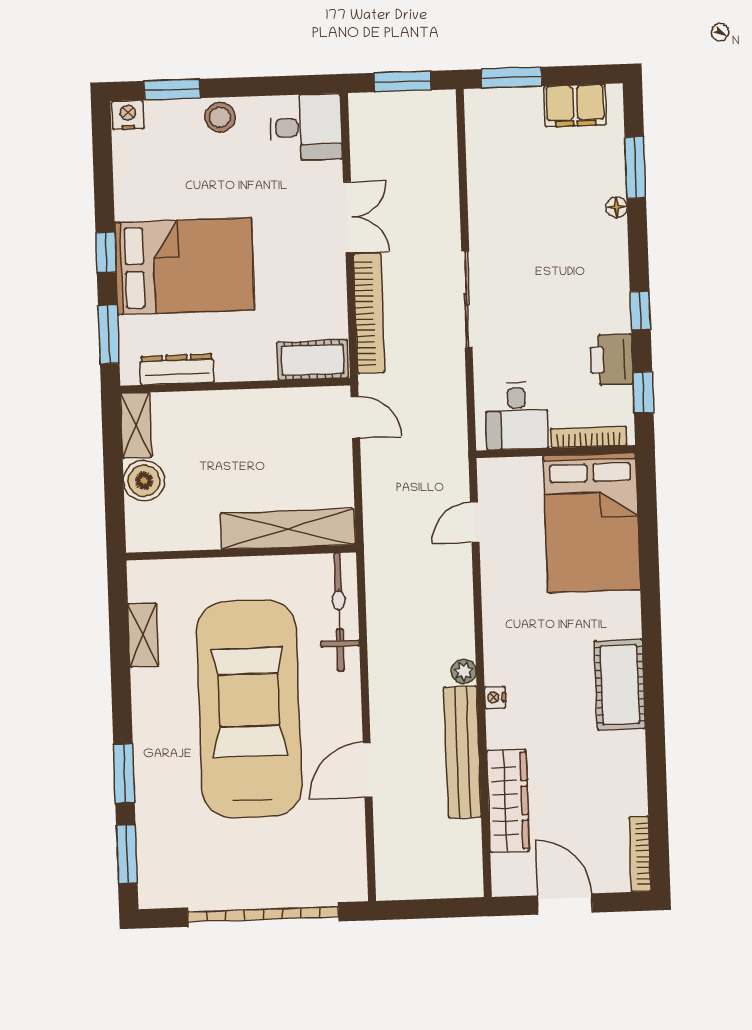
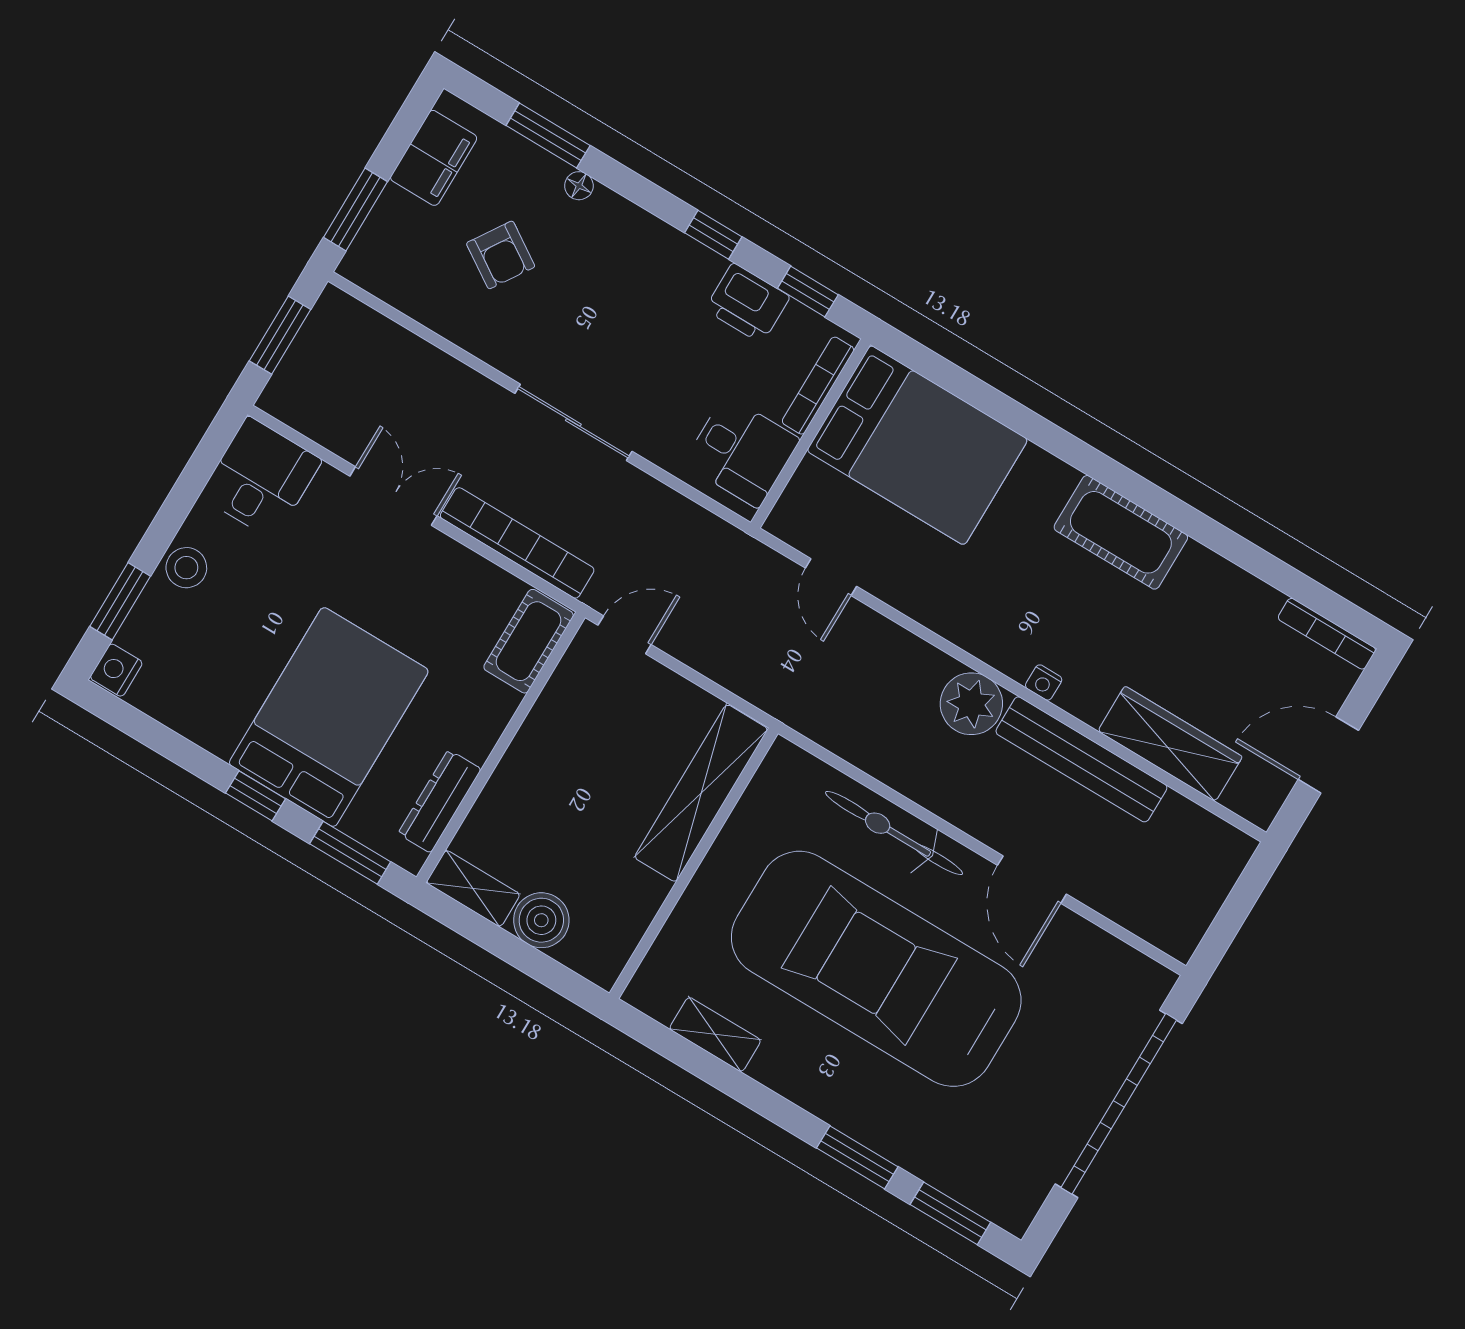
armchair: (542, 186) -> (501, 255), added
bicycle: (339, 612) -> (894, 833), moved
plant: (464, 671) -> (971, 704), width x1.87, depth x1.87

